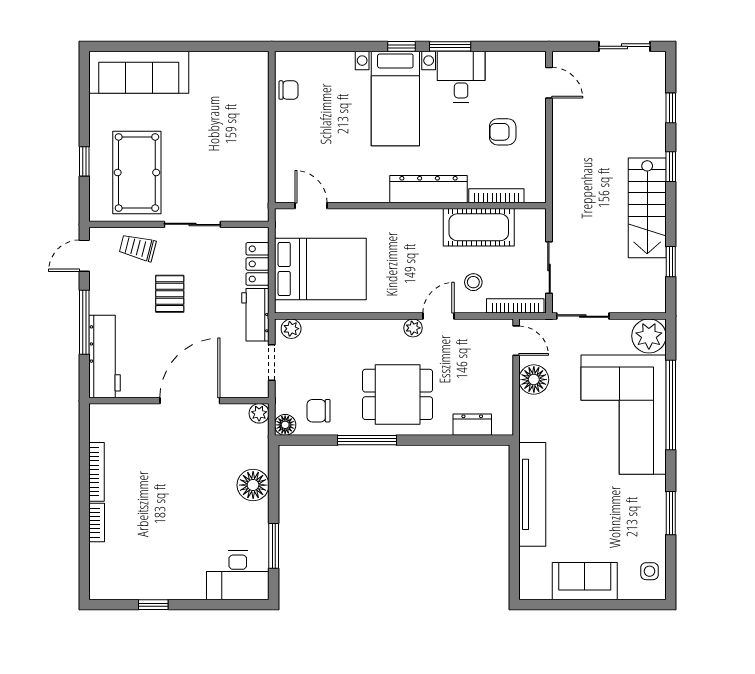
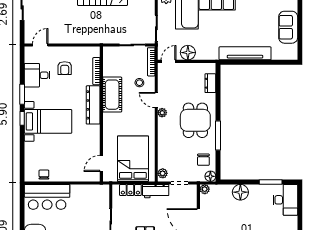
desk: (461, 77) -> (37, 75), moved
bar counter: (244, 96) -> (47, 197), added
cot: (479, 227) -> (112, 95), moved

